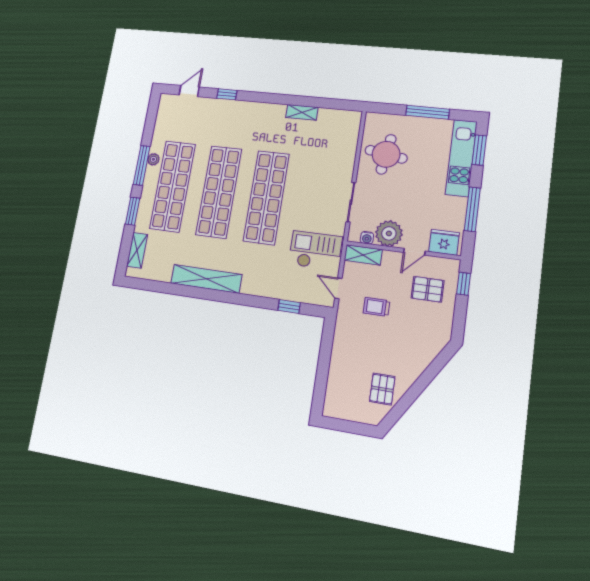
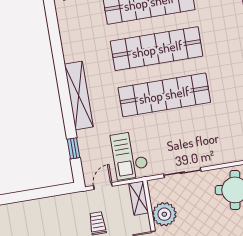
water cooler: (367, 238) -> (155, 197), removed
checkout: (315, 251) -> (130, 155), turned 180
shelving: (206, 279) -> (79, 96), moved

